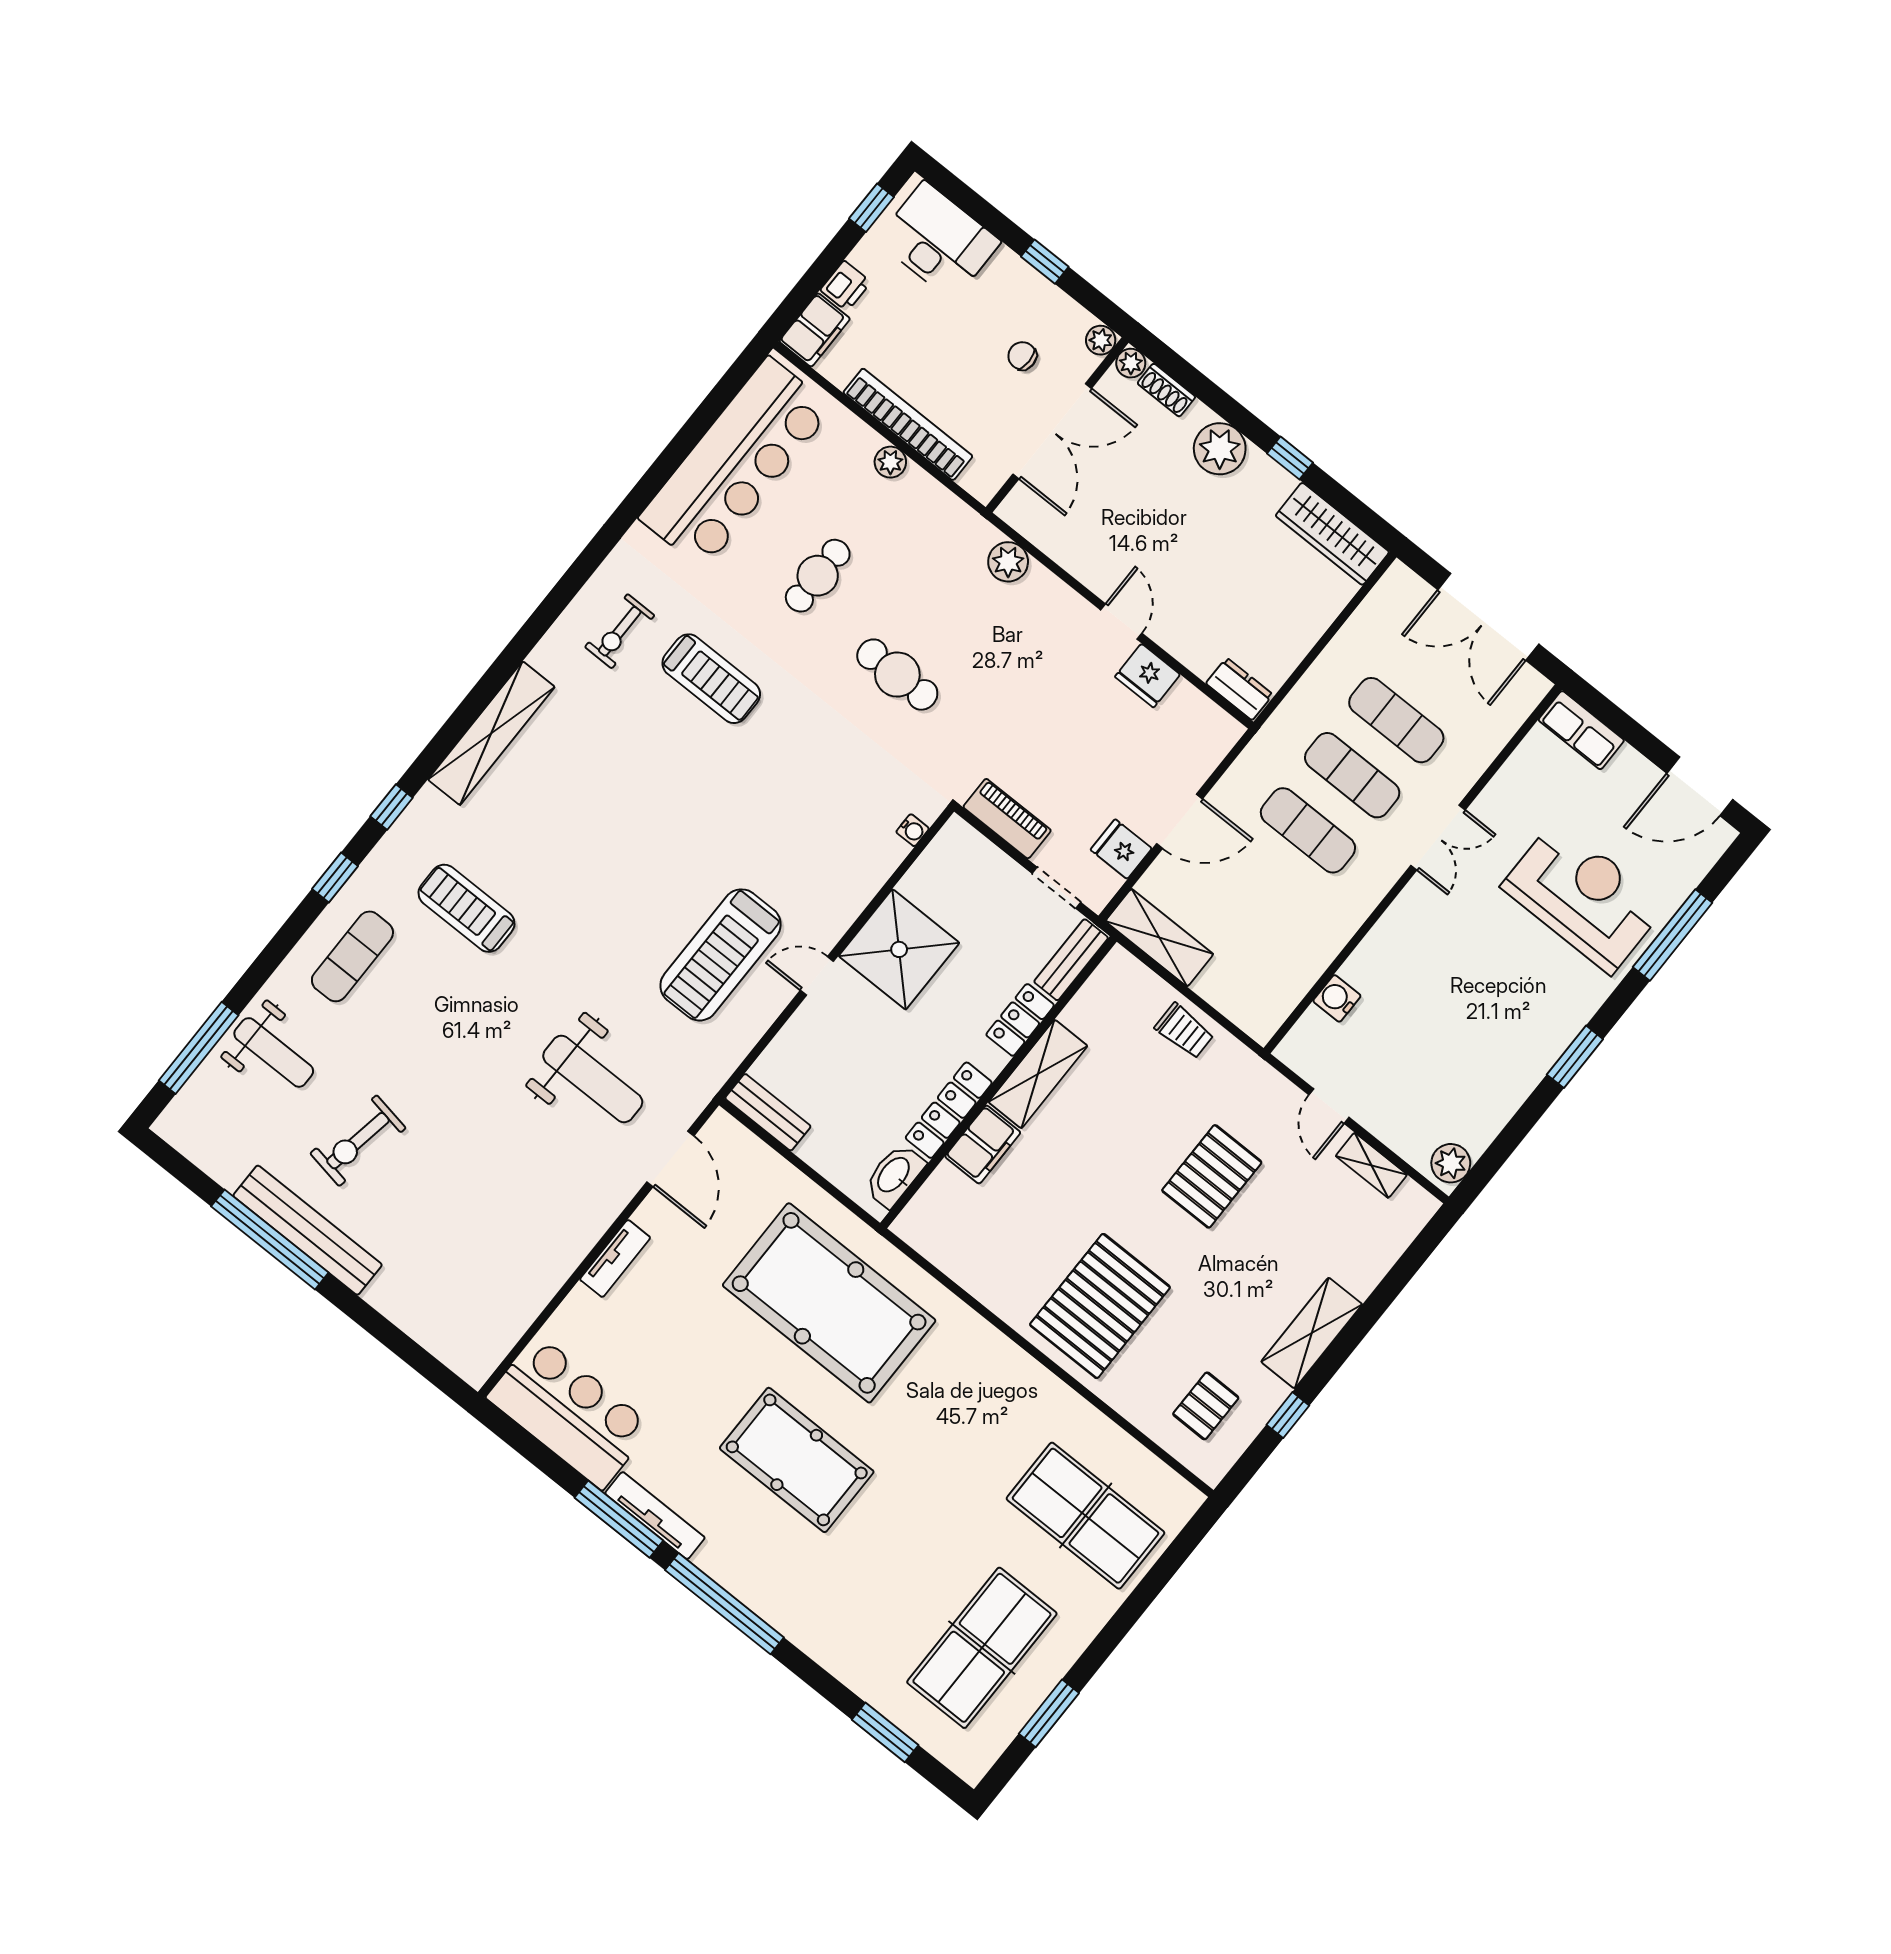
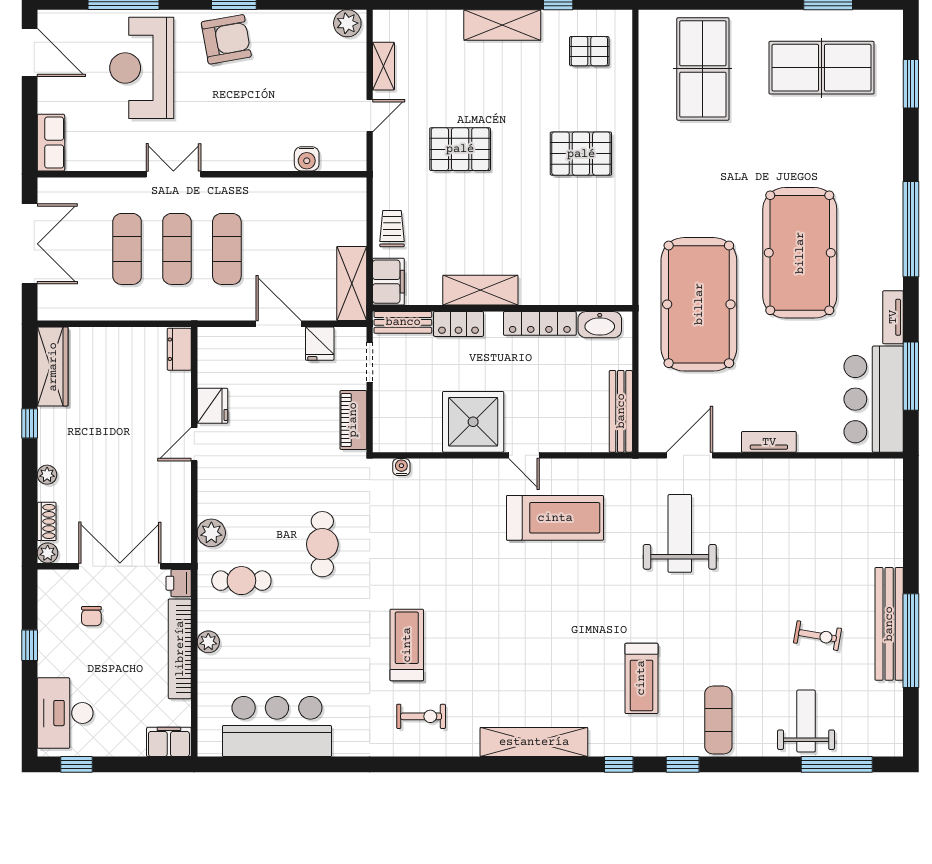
printer: (846, 286) -> (179, 583), moved, turned -90
plant: (1101, 340) -> (48, 580), removed
plant: (1220, 449) -> (47, 475), width x0.53, depth x0.53
bar counter: (736, 463) -> (277, 727), width x0.73
cafe table: (818, 576) -> (241, 581), moved
exercise mat: (352, 956) -> (718, 720), turned 90
armchair: (1540, 1015) -> (226, 39), added
bench: (768, 1112) -> (621, 411), width x1.36
exercise bike: (358, 1141) -> (818, 636), width x0.73, depth x0.72
filing cabinet: (983, 1144) -> (388, 282), moved, turned 90
pallet: (1100, 1306) -> (581, 154), width x0.73, depth x0.71
pool table: (797, 1460) -> (800, 253), width x1.36, depth x1.32
tv unit: (655, 1516) -> (893, 317), width x0.71
window: (619, 1519) -> (911, 376), moved

